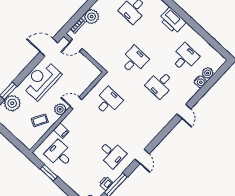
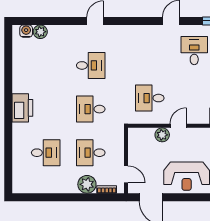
desk: (185, 58) -> (91, 153), moved
water cooler: (200, 82) -> (26, 31), moved
door: (76, 103) -> (178, 126), swing flipped
plant: (60, 109) -> (162, 135), moved

